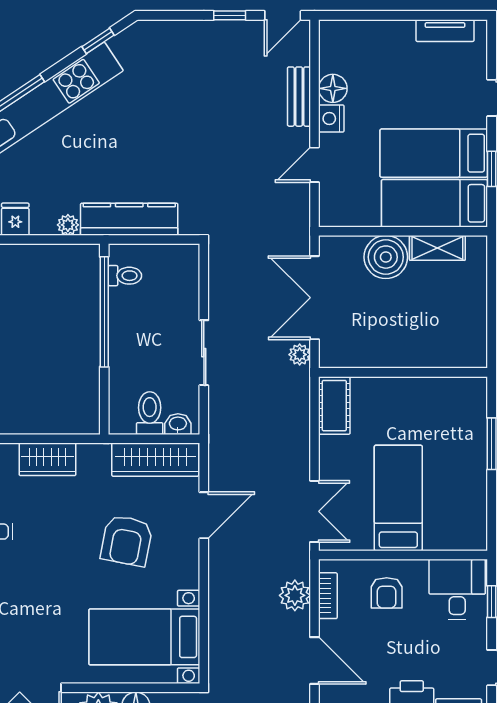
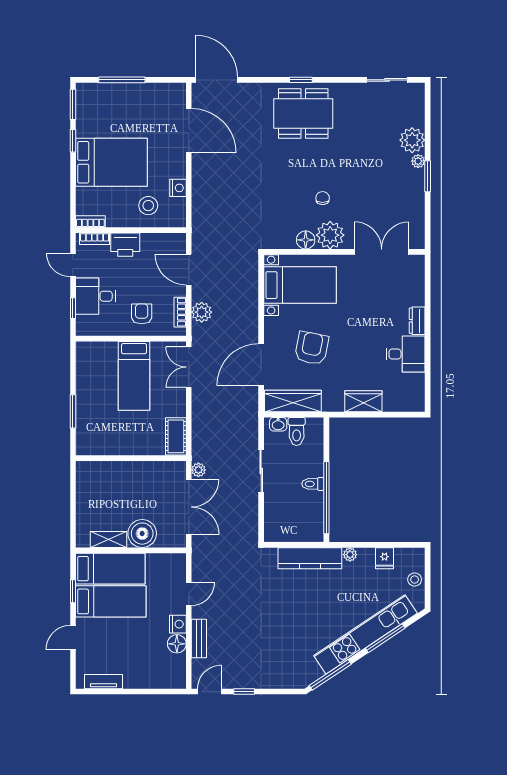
window: (98, 41) -> (330, 675), width x2.17
toilet: (125, 276) -> (313, 484), moved
door: (204, 515) -> (261, 365), width x1.36
desk: (457, 589) -> (95, 296), moved, turned 90

